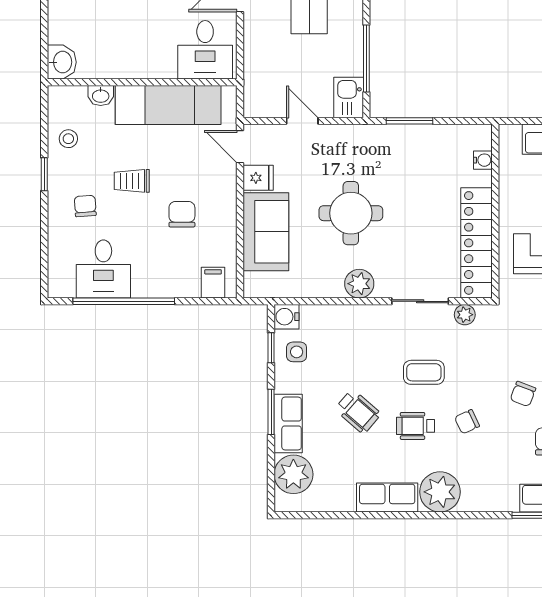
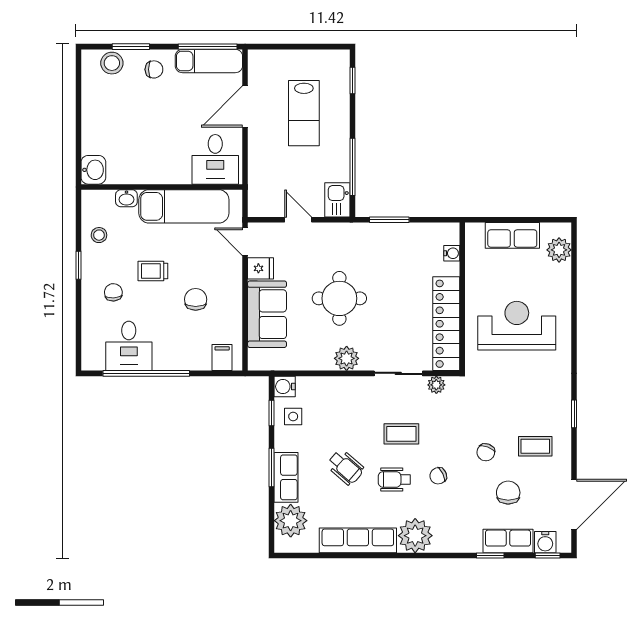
row of seats: (387, 497) -> (358, 540), width x1.48

